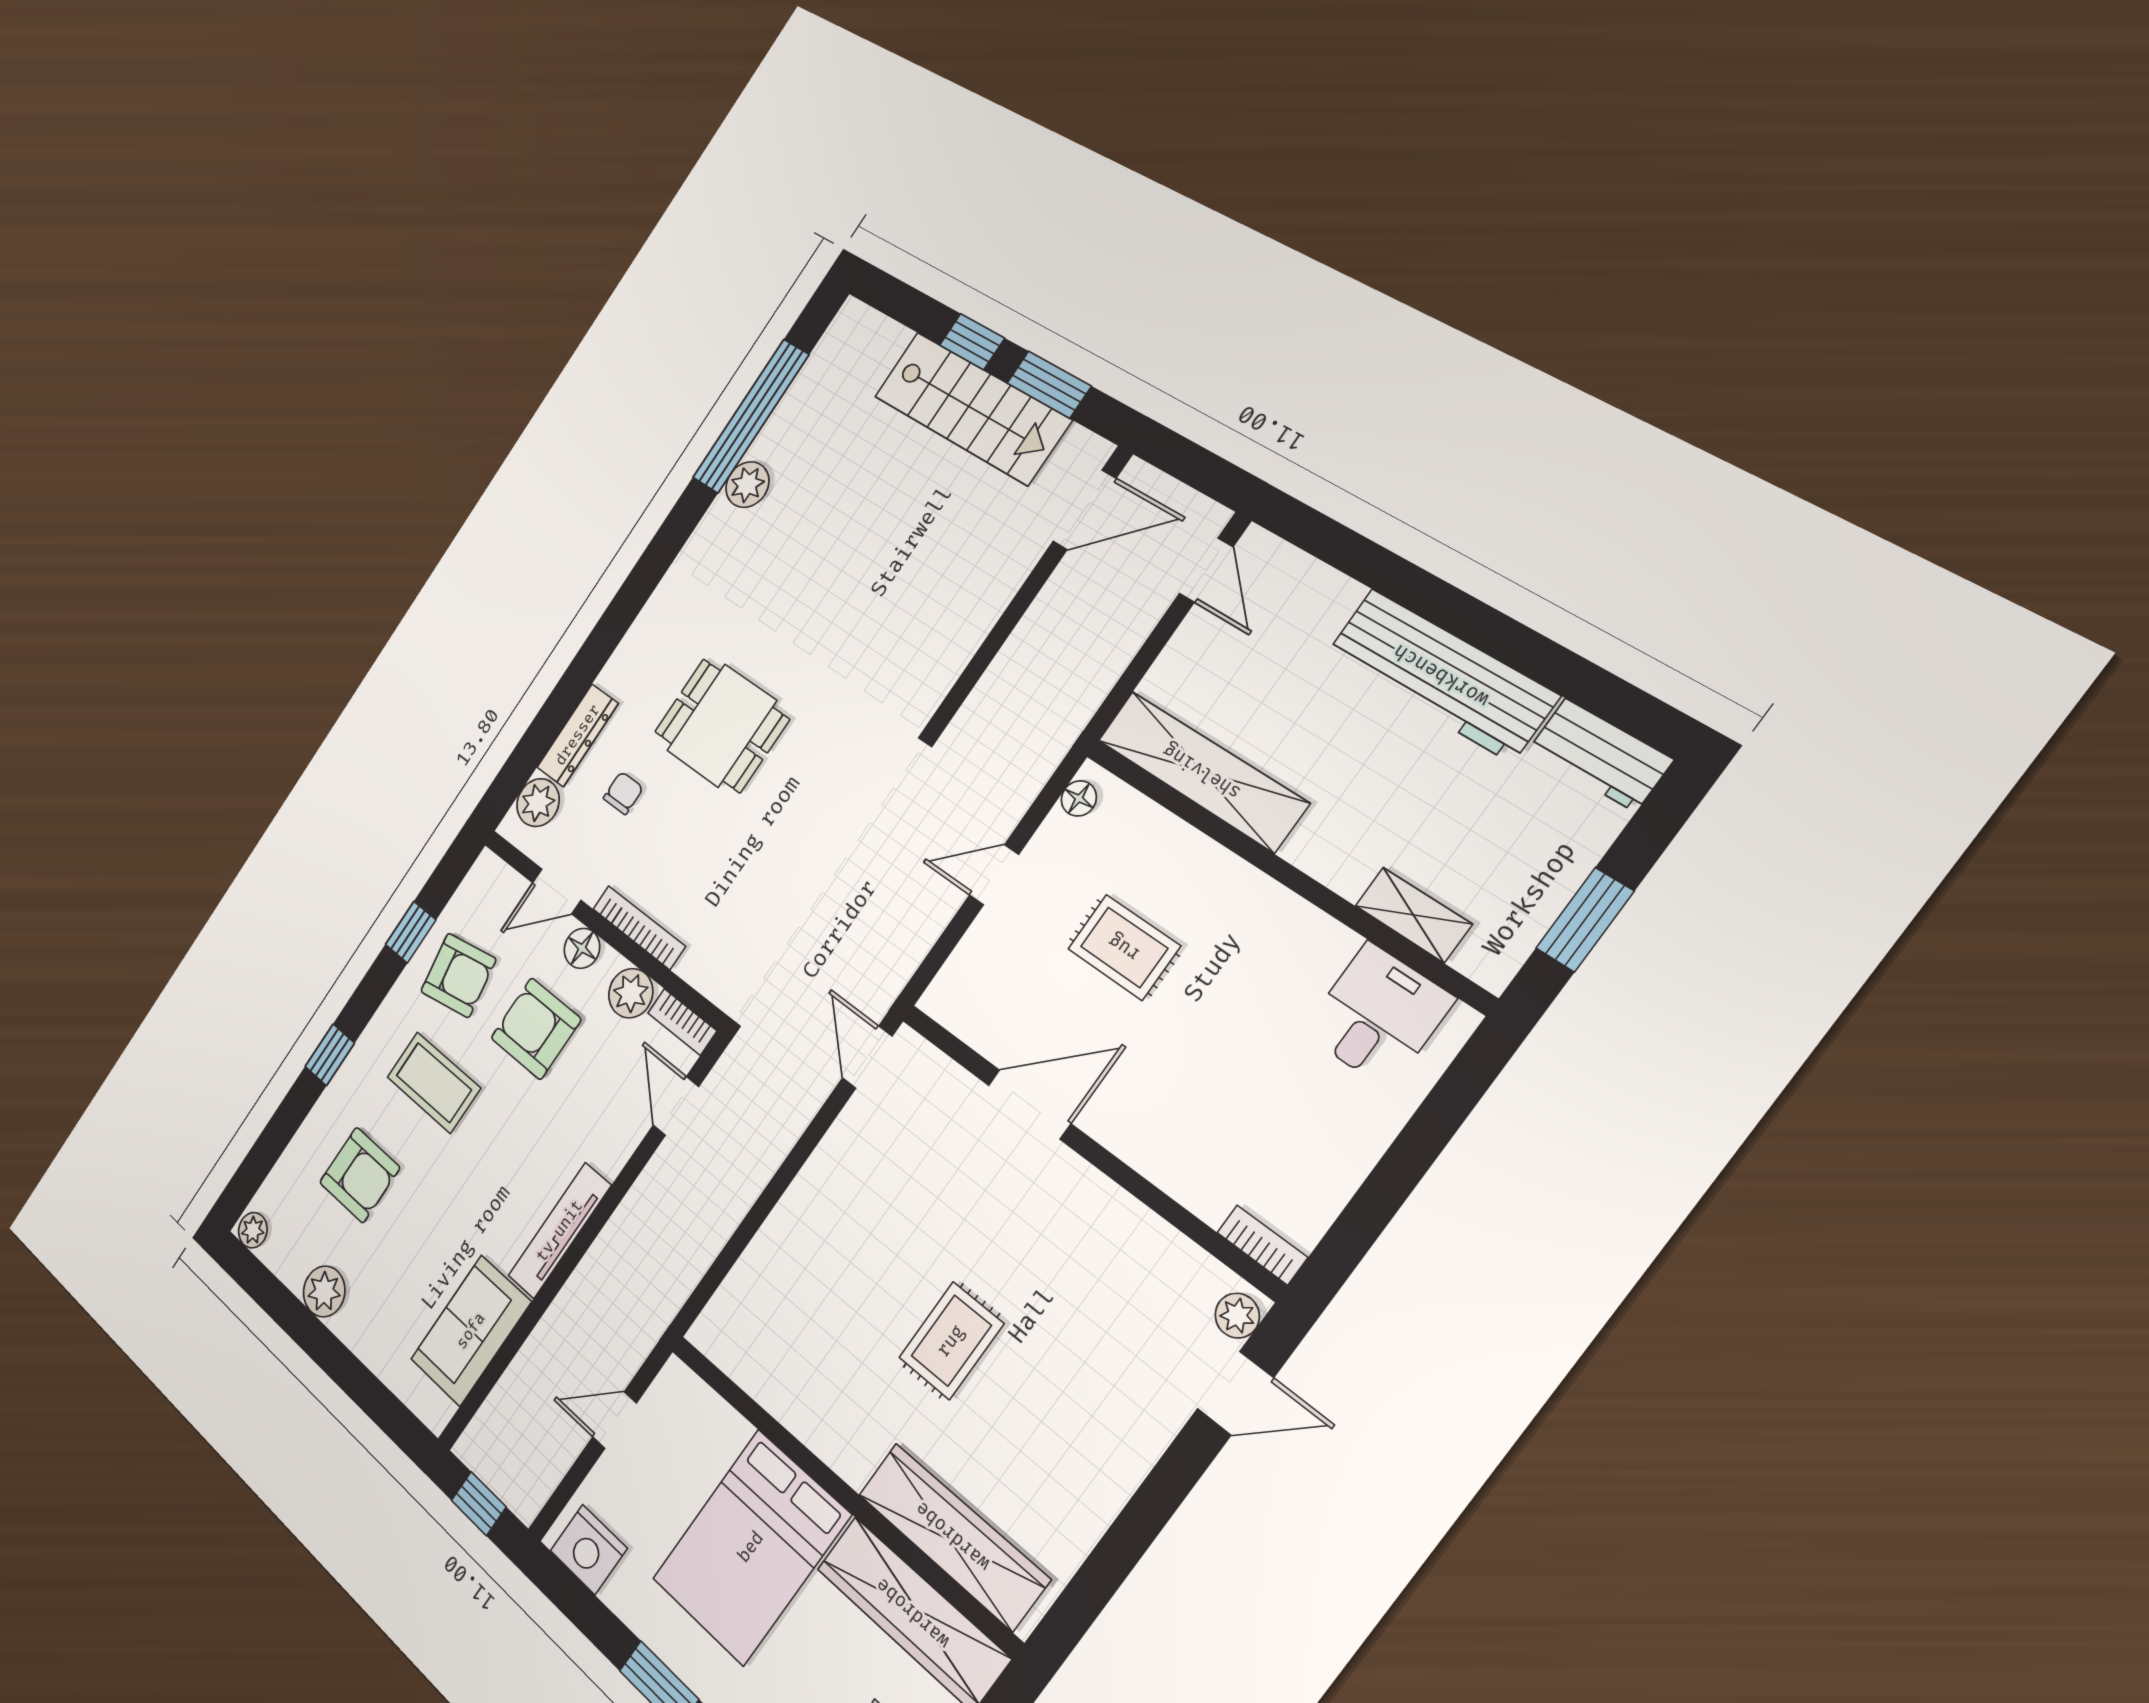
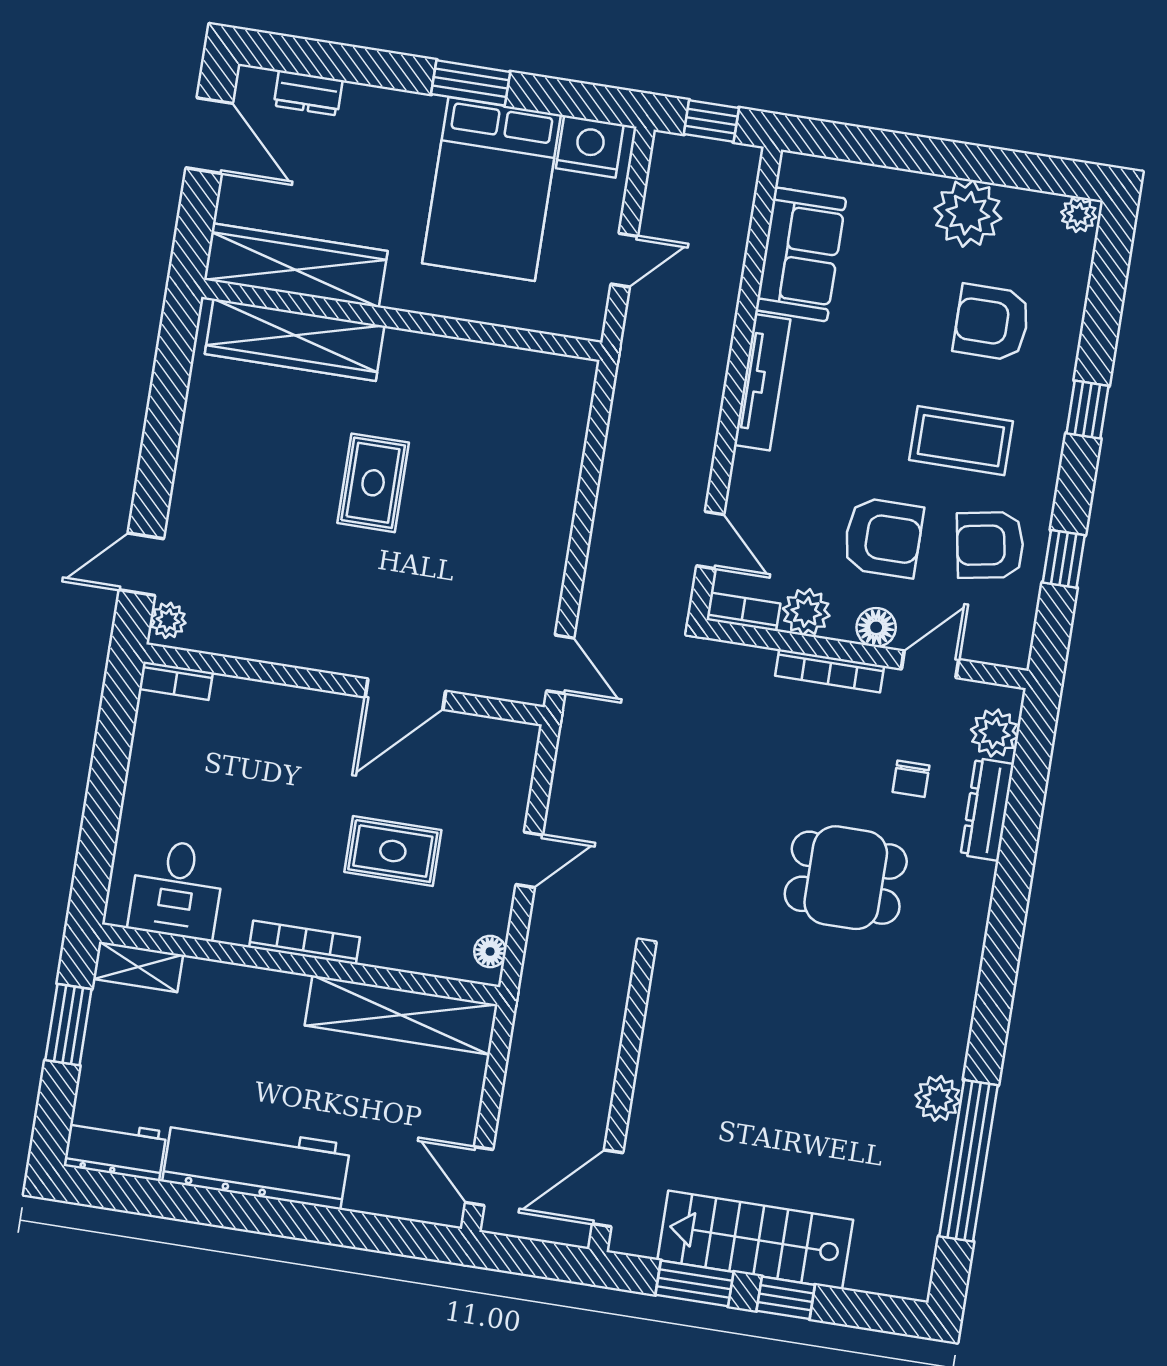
bookcase: (1266, 893) -> (305, 942), added
shelving: (1413, 915) -> (138, 967), moved
plant: (324, 1291) -> (968, 213), width x1.36, depth x1.36
bed: (751, 1547) -> (492, 189), moved, turned 180

